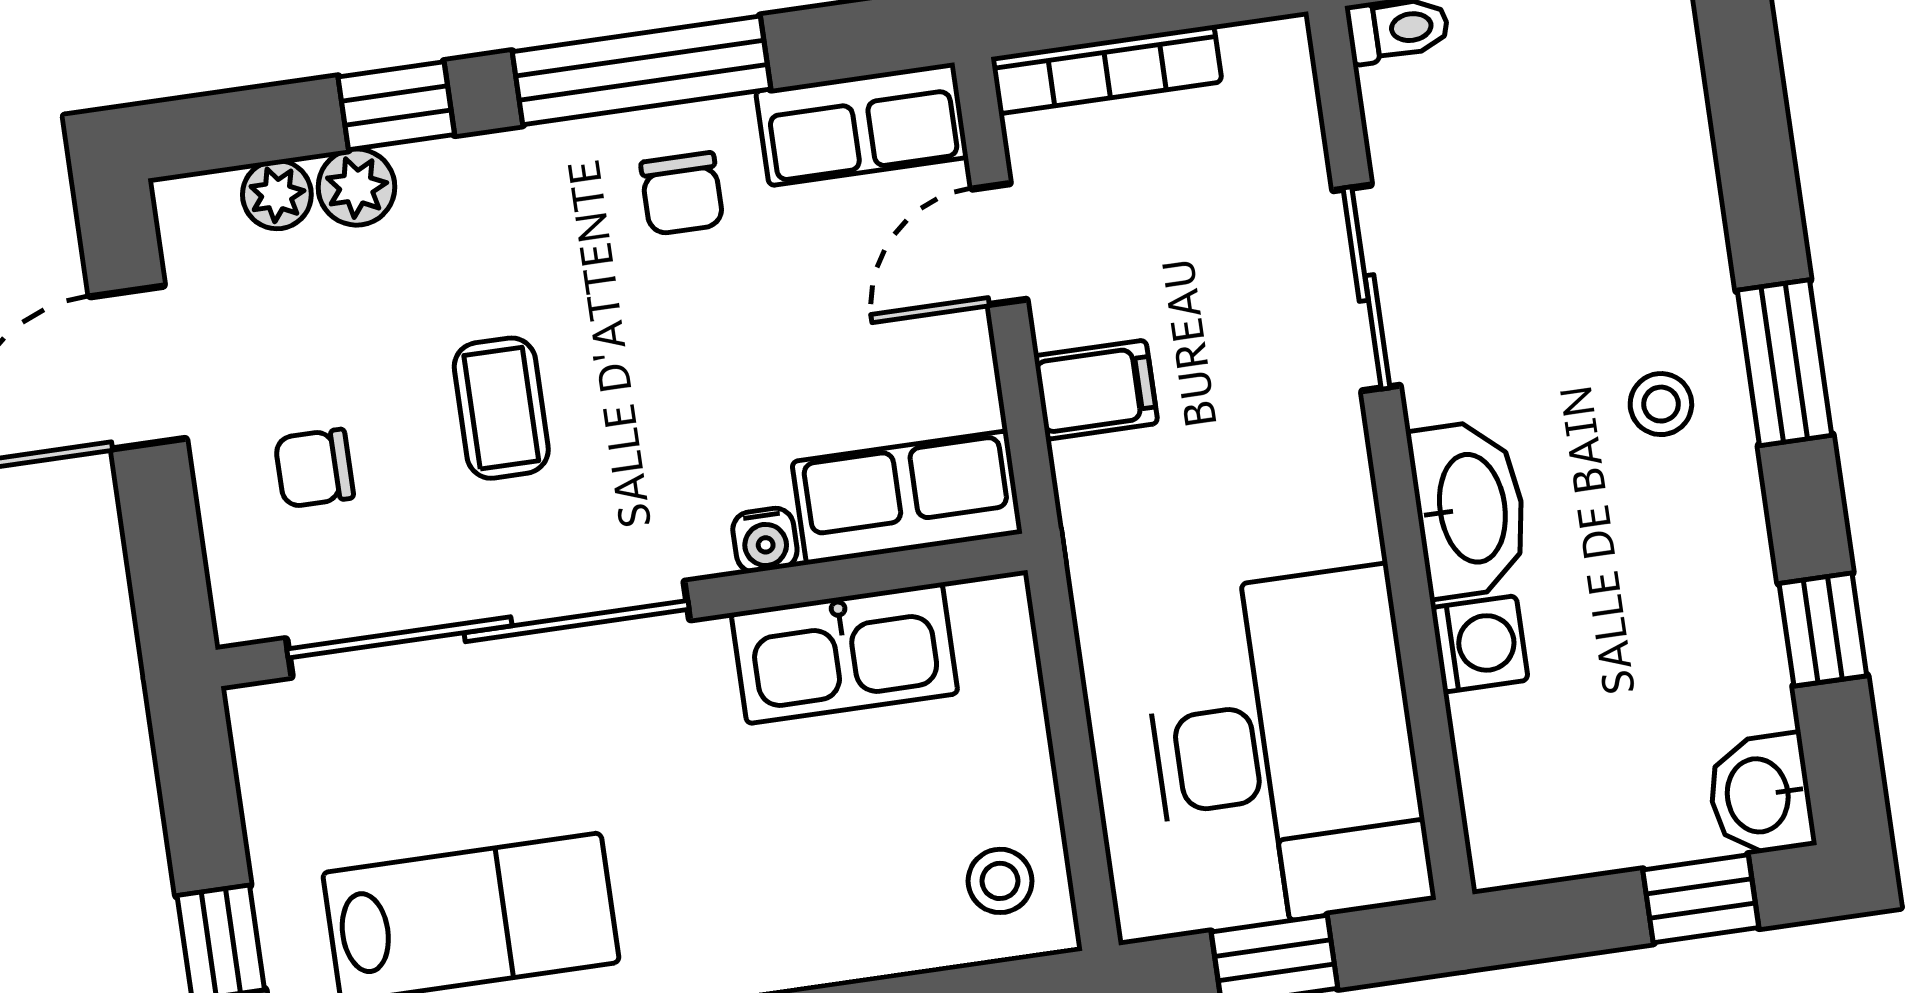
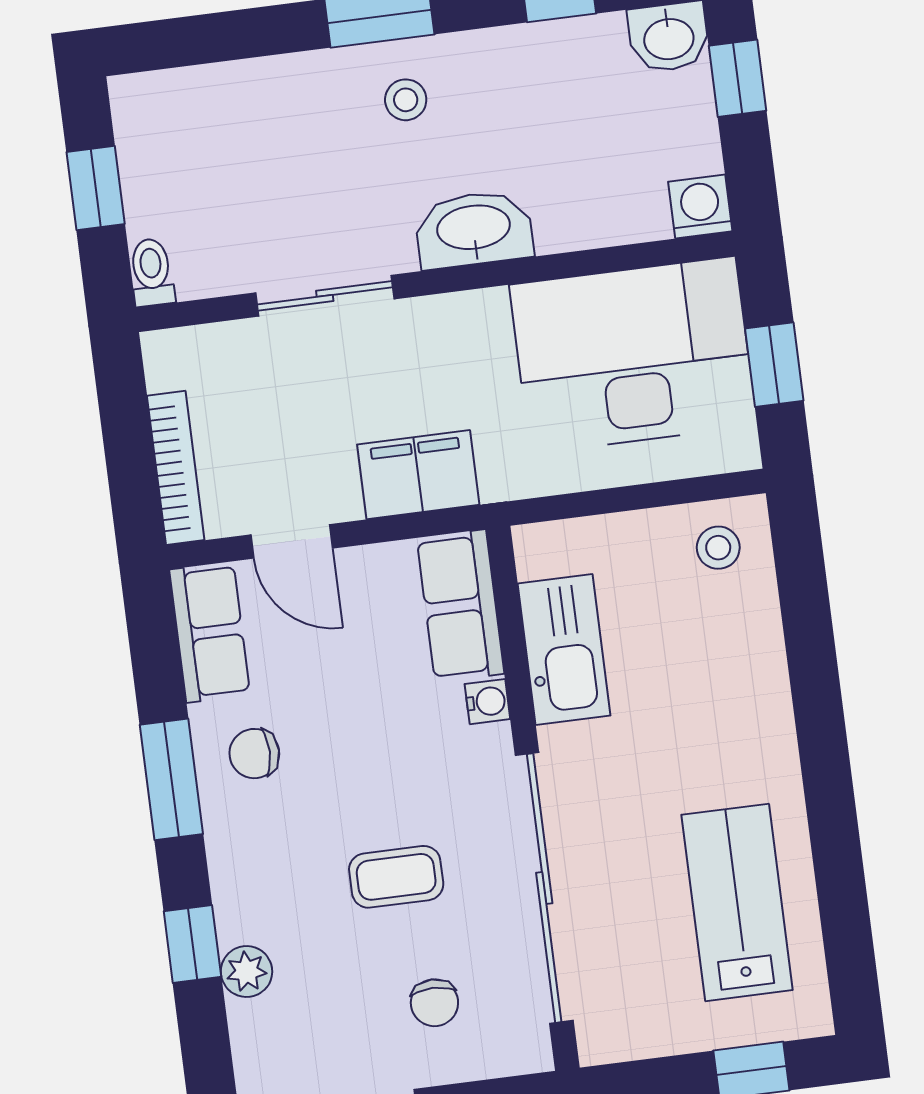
window: (641, 70) -> (171, 779), width x0.69
chair: (682, 194) -> (254, 754), turned 180
plant: (277, 195) -> (251, 1025), removed
filing cabinet: (1096, 390) -> (418, 475), width x2.00
washing machine: (1480, 644) -> (700, 206), moved

